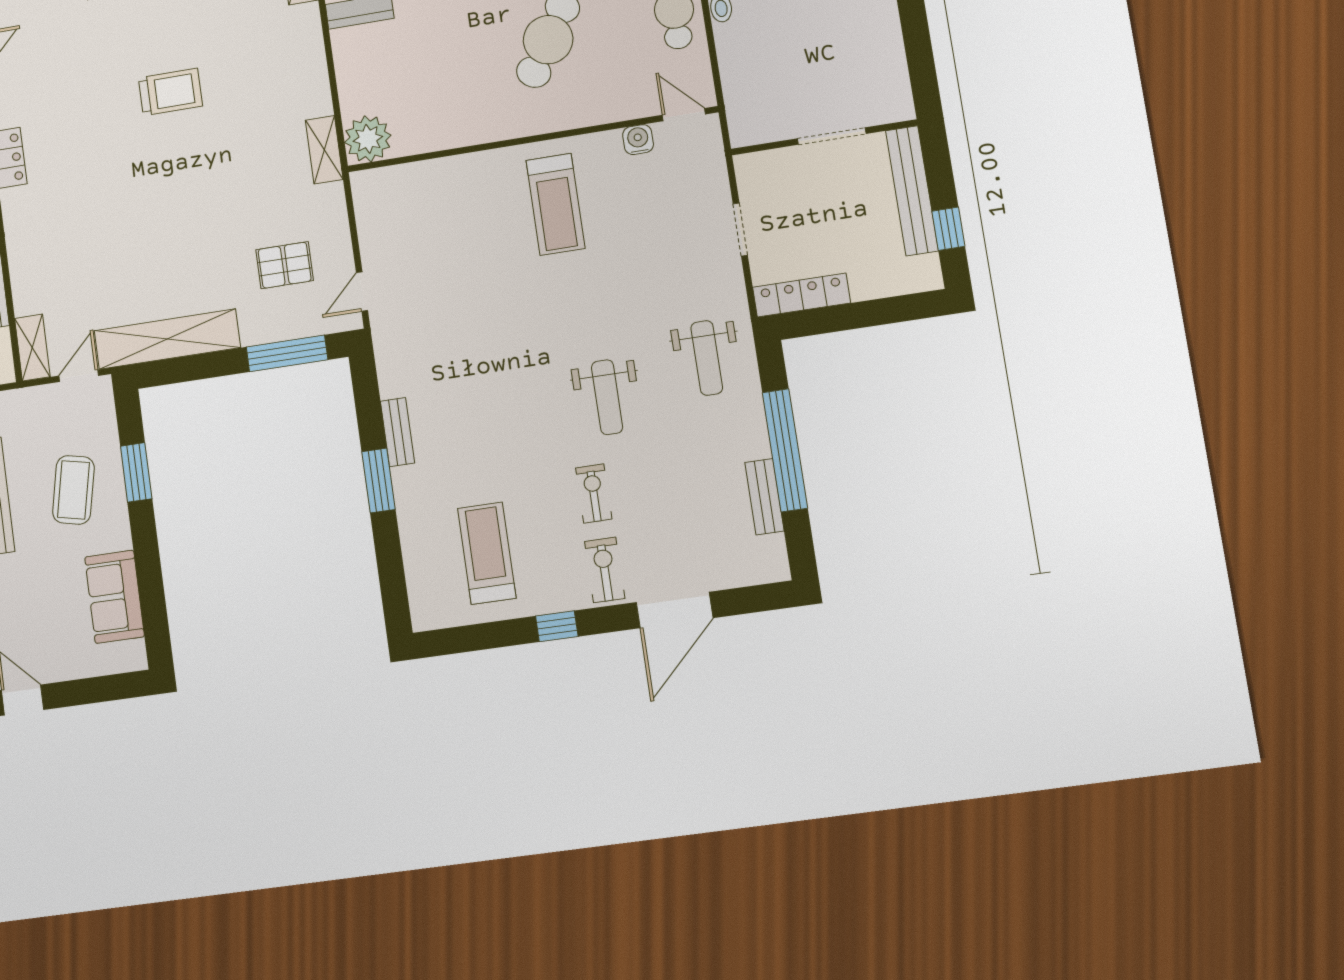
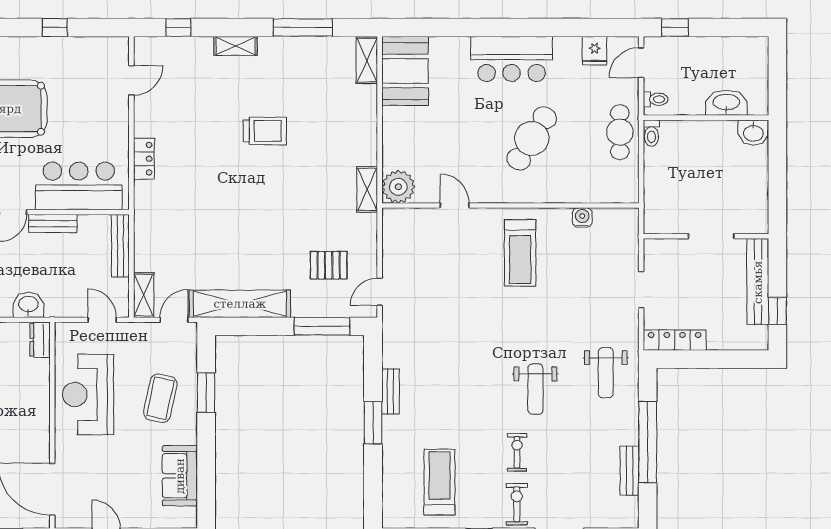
door: (684, 115) -> (455, 205), moved

